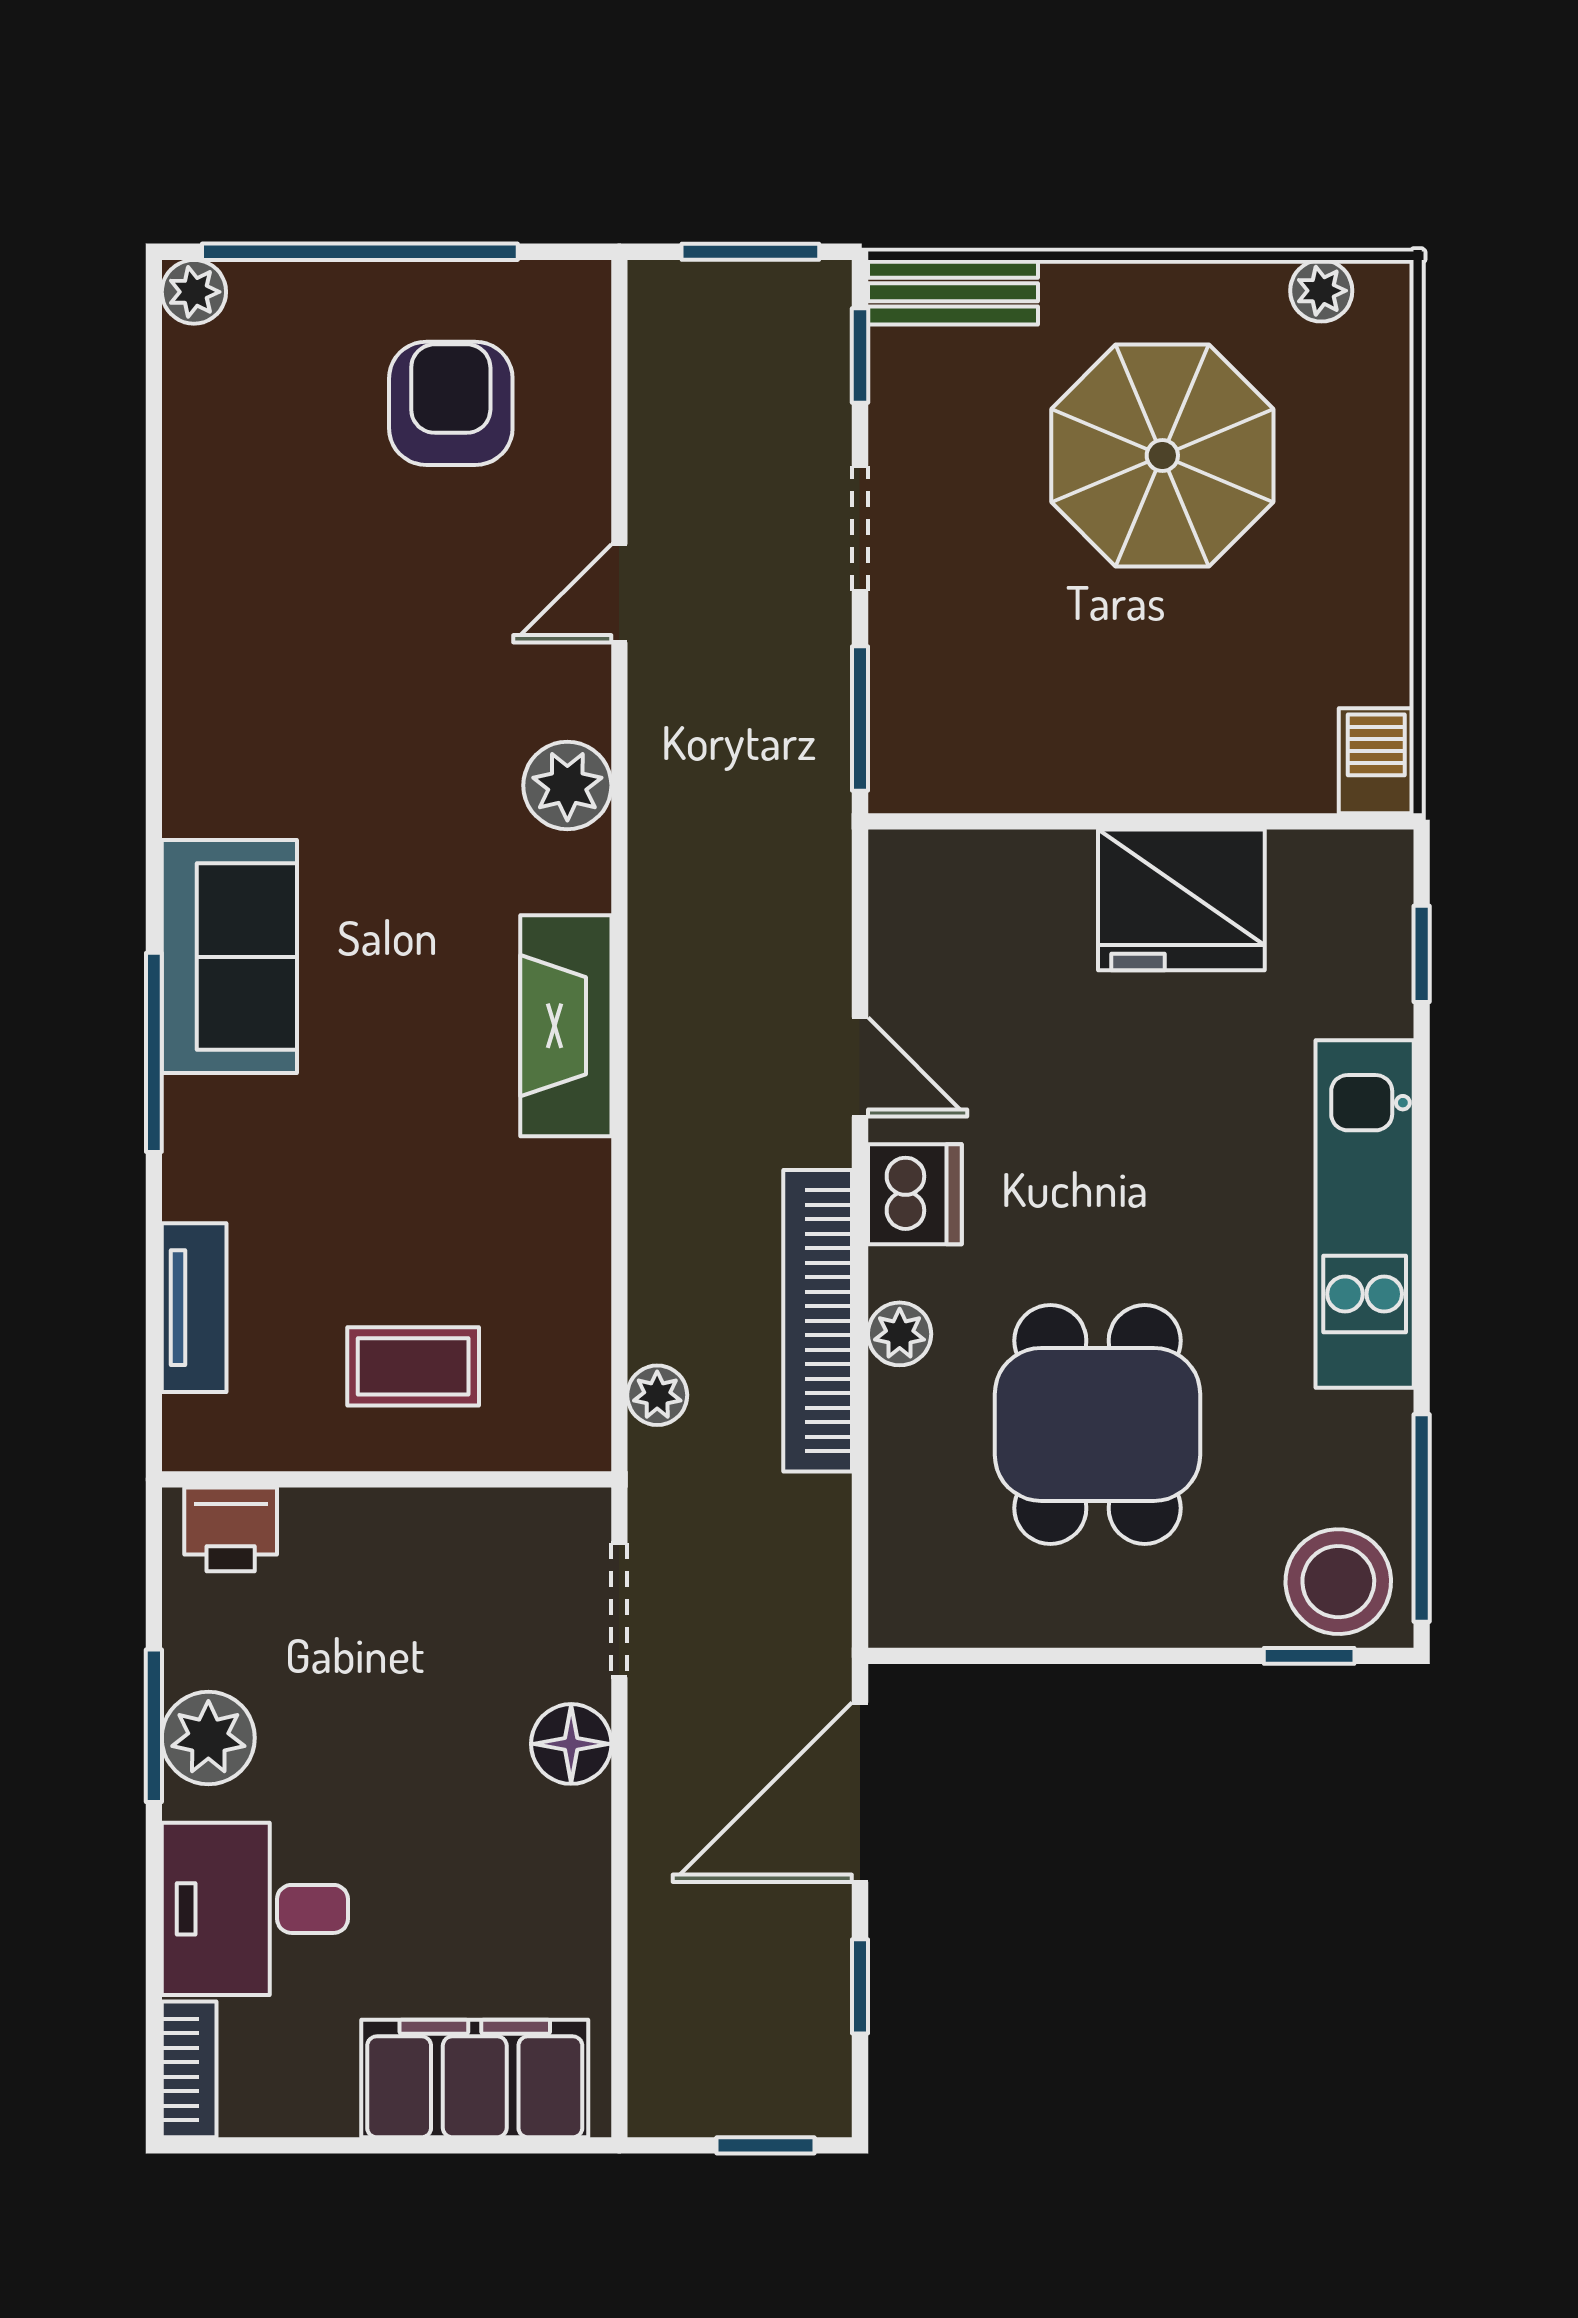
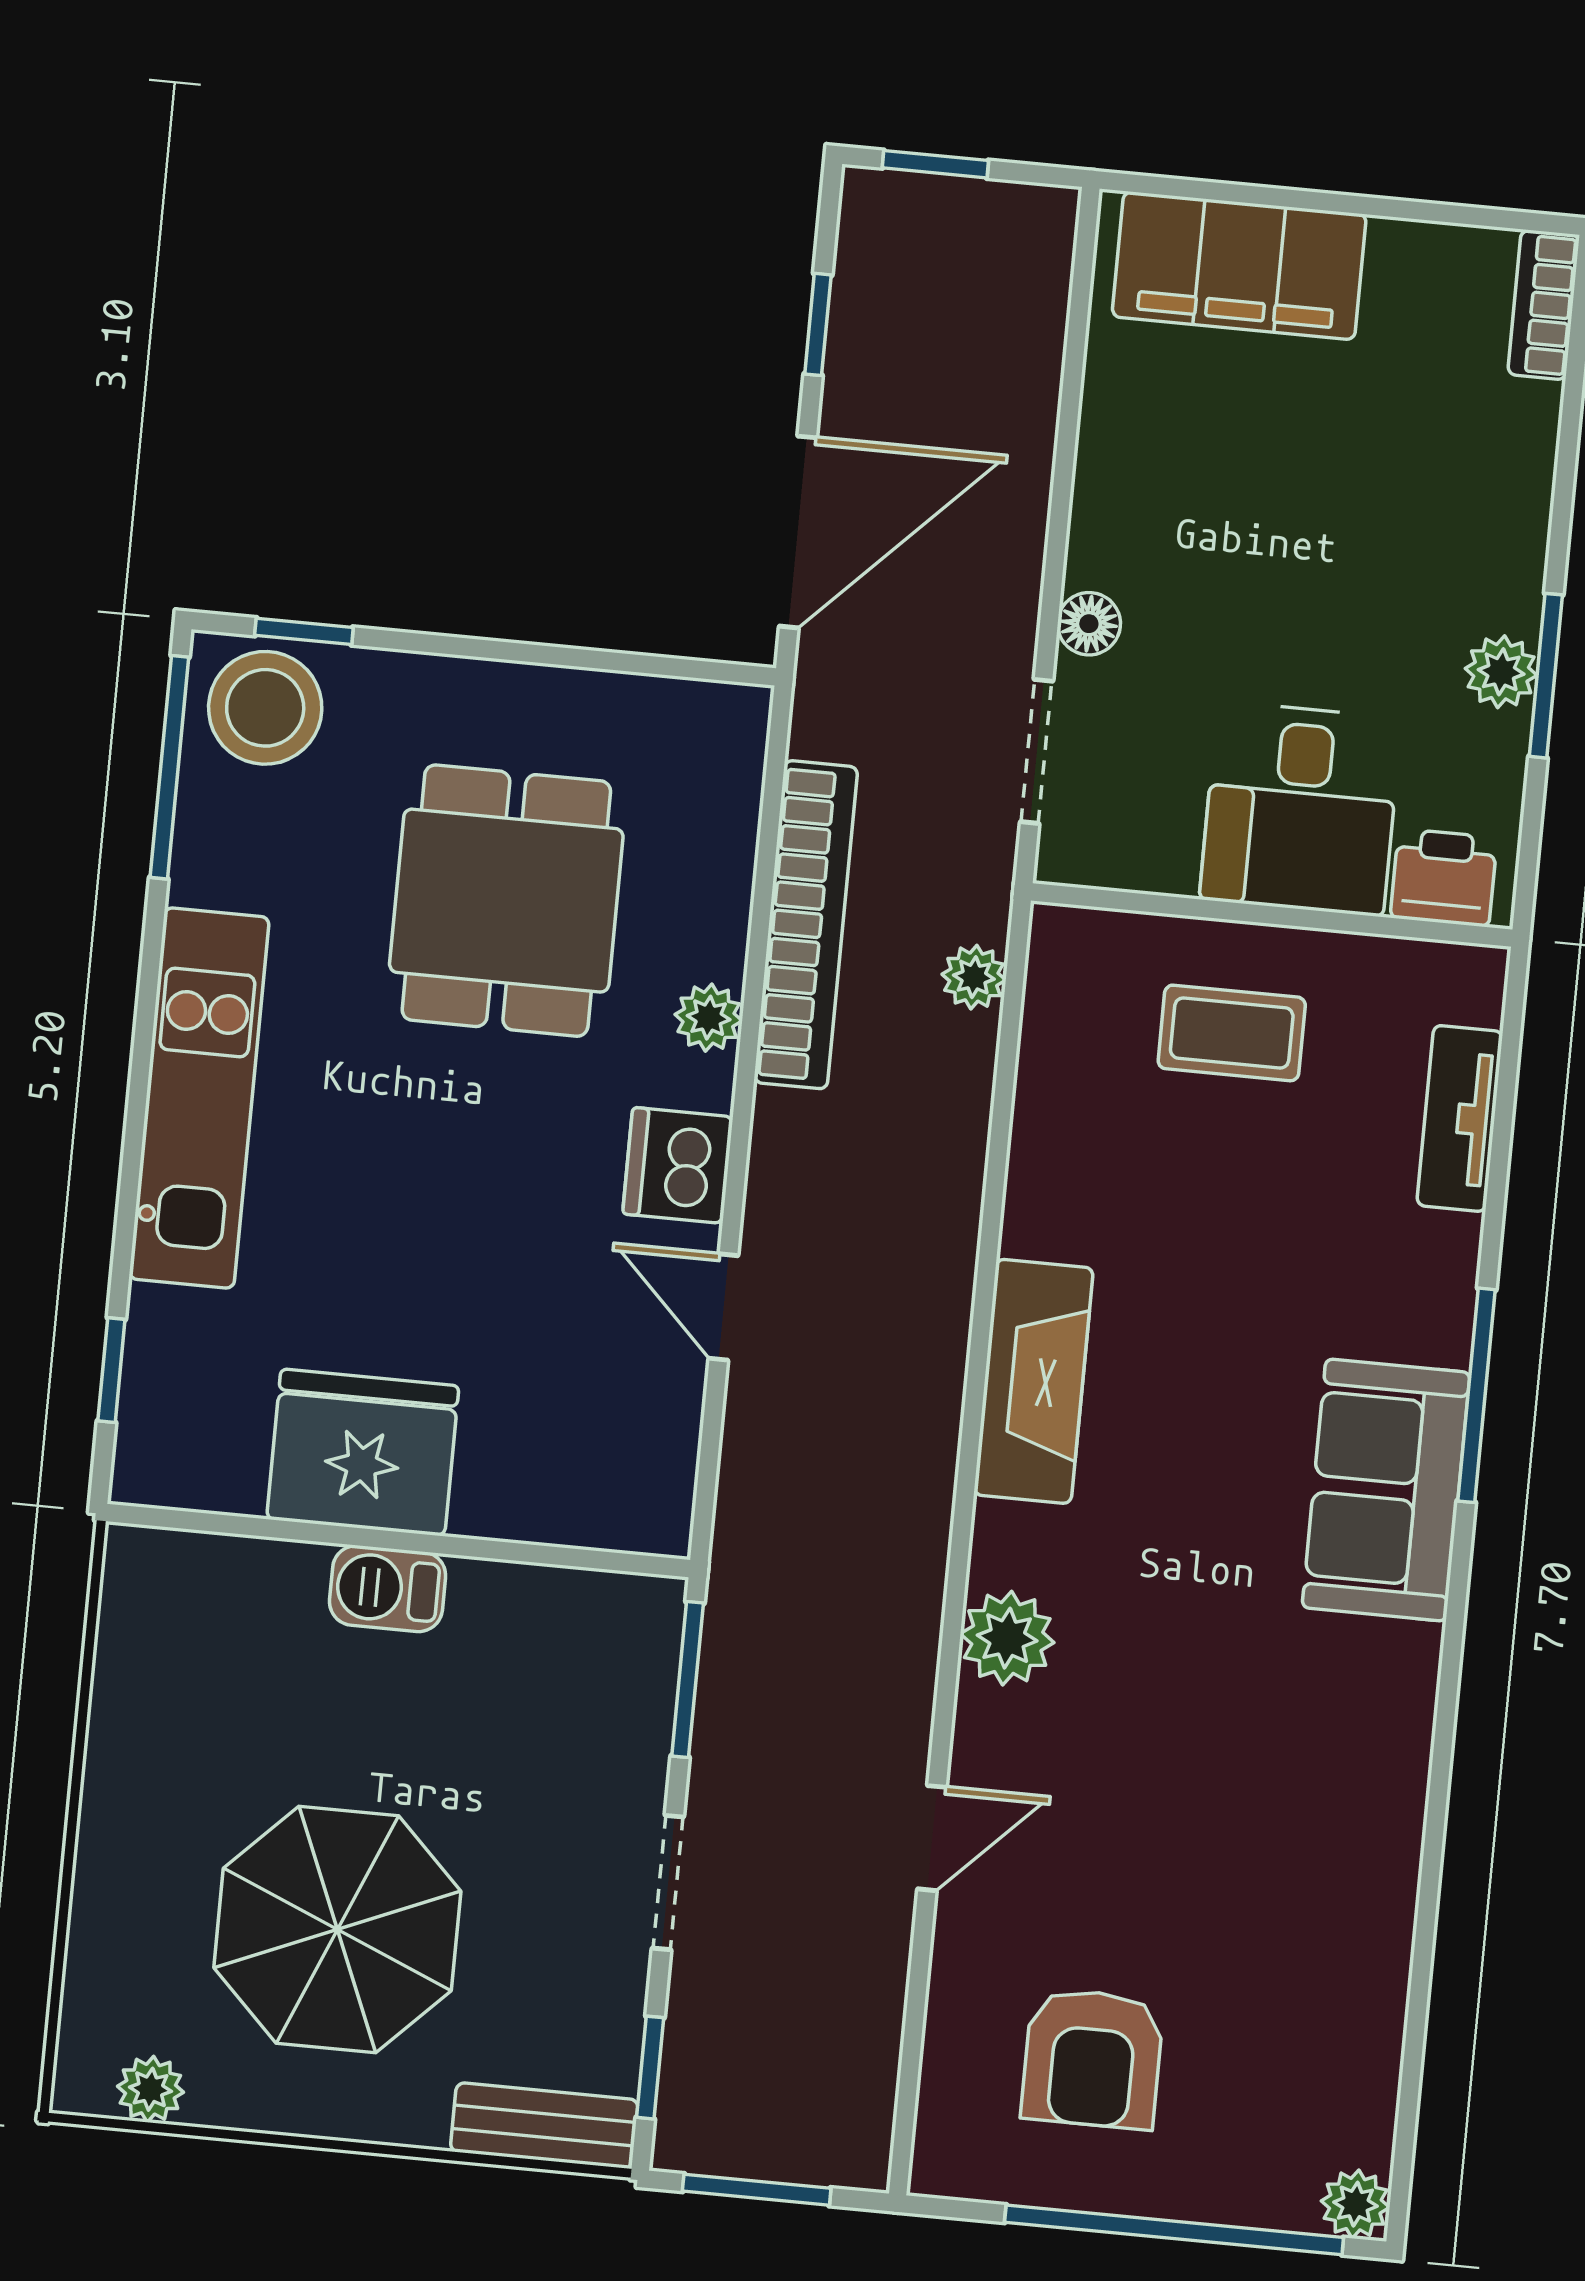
barbecue: (1376, 761) -> (388, 1589), moved, turned 90
bookcase: (818, 1321) -> (806, 925), moved
plant: (208, 1738) -> (1501, 672), width x0.73, depth x0.73
floor lamp: (571, 1744) -> (1089, 624), width x0.73, depth x0.73
desk: (255, 1909) -> (1301, 809), moved, turned 90

